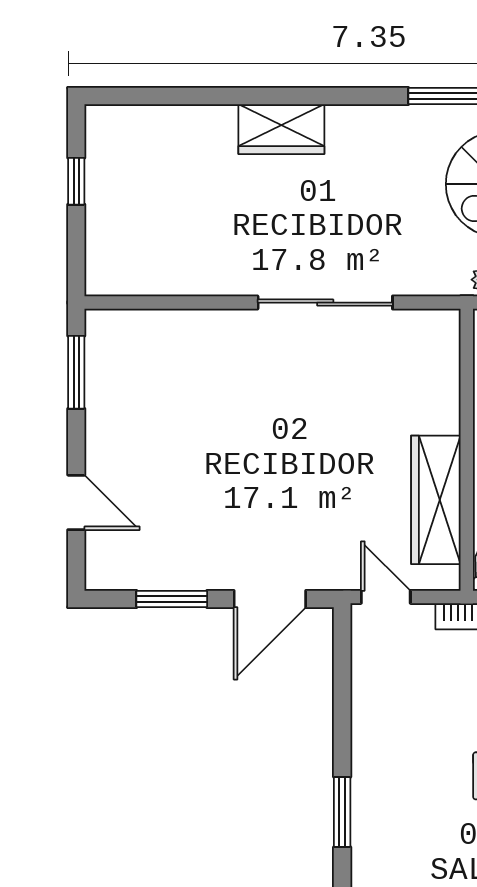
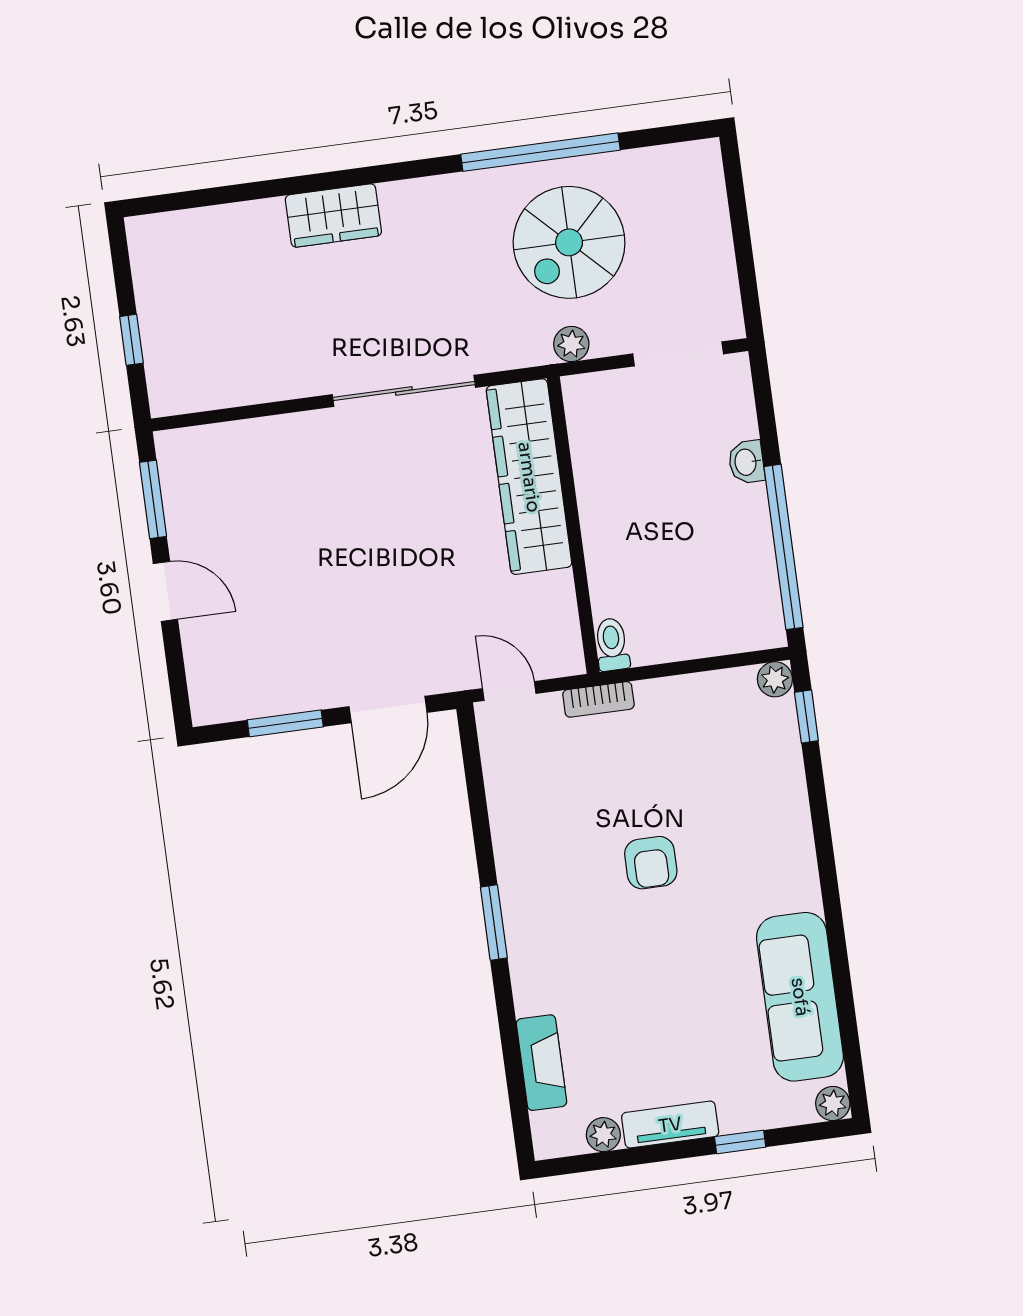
window: (76, 181) -> (131, 340), moved
wardrobe: (436, 500) -> (529, 477), moved, width x1.40, depth x1.17
door: (76, 502) -> (165, 591), moved

